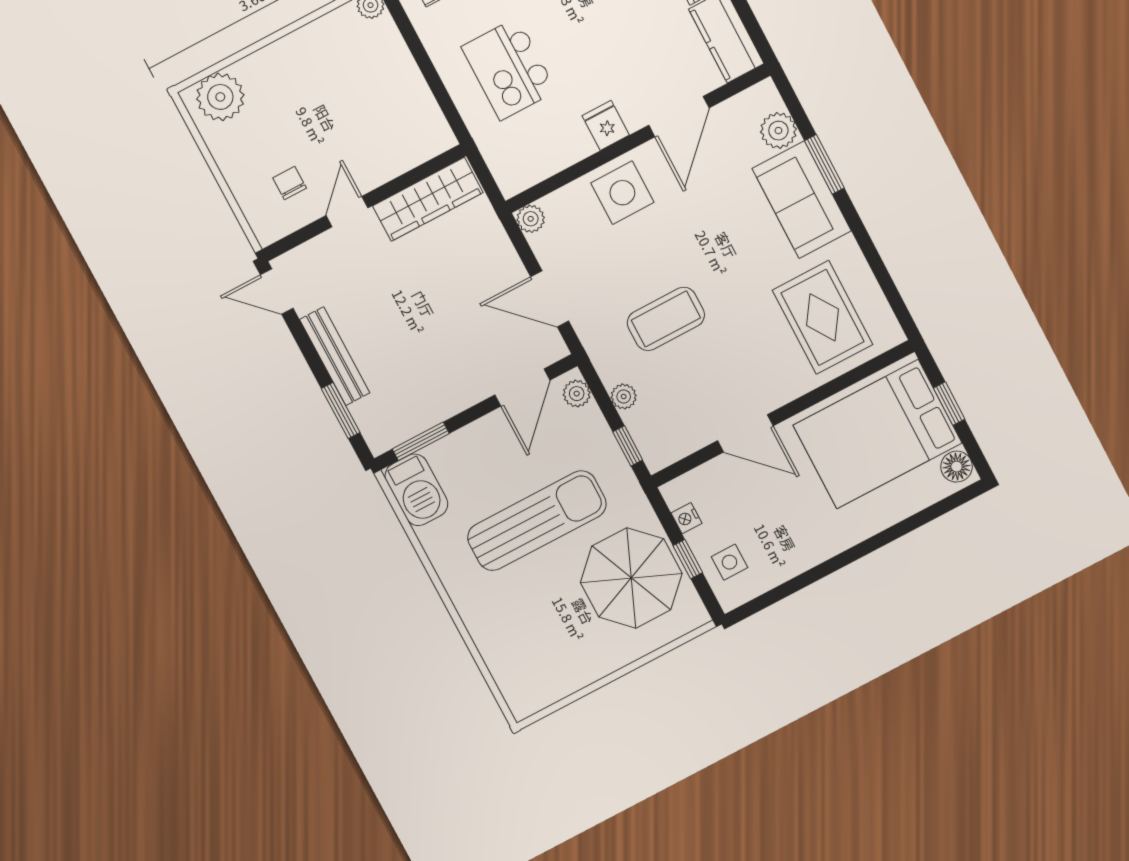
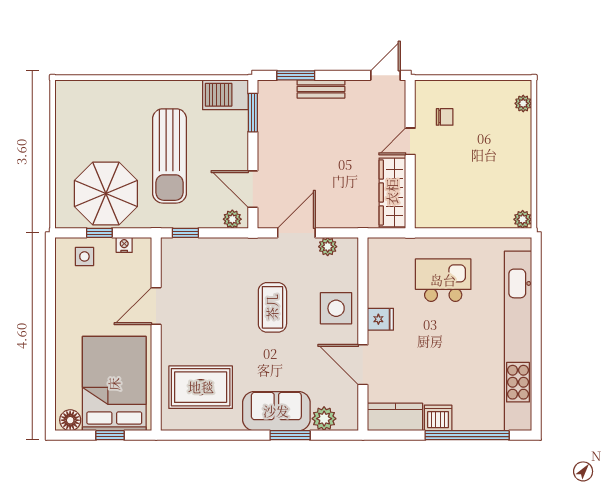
plant: (220, 97) -> (523, 103), width x0.53, depth x0.53
door: (347, 212) -> (410, 141), swing flipped
plant: (531, 219) -> (328, 247), moved
coffee table: (666, 319) -> (272, 307), moved
bench: (335, 356) -> (321, 89), width x0.73
plant: (624, 396) -> (216, 246), removed

